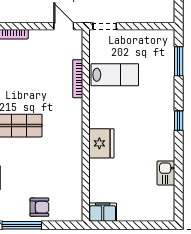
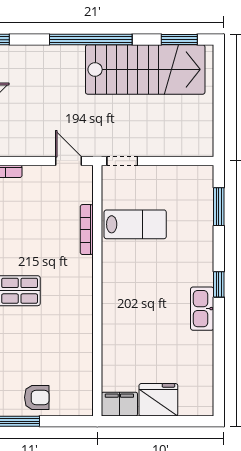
fridge: (101, 143) -> (158, 400), moved, turned -90
kitchen sink: (166, 173) -> (202, 309), moved, width x1.38

